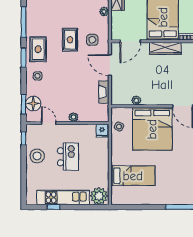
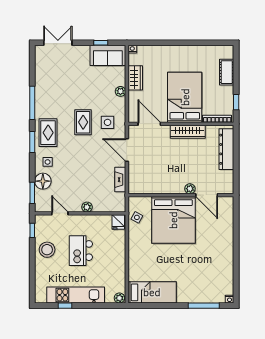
door: (130, 41) -> (149, 124), swing flipped
plant: (136, 100) -> (190, 189), moved
floor lamp: (33, 103) -> (43, 181), moved
kitchen island: (68, 157) -> (81, 251), turned 180
bed: (133, 176) -> (152, 292), moved
plant: (99, 196) -> (119, 298), width x0.53, depth x0.53

